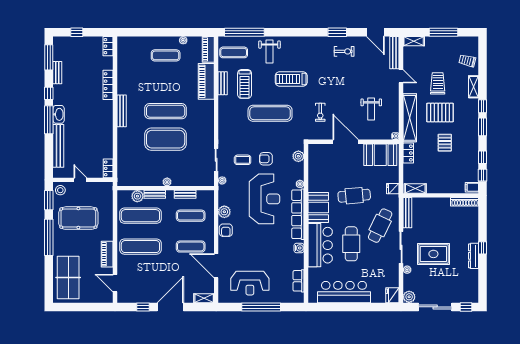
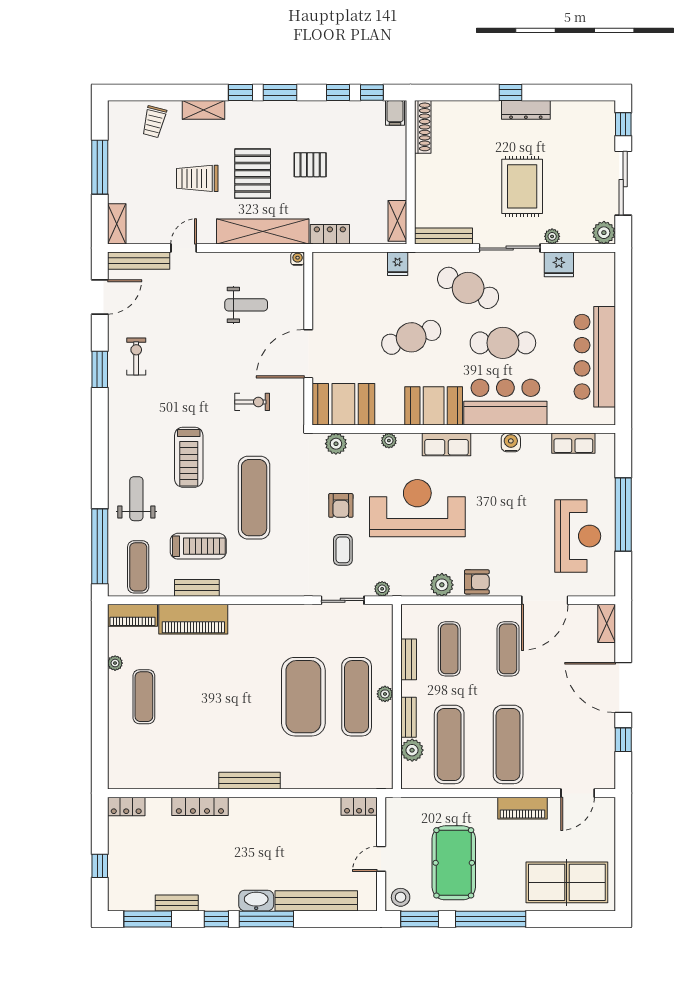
weight bench: (269, 52) -> (136, 499), turned -90
exercise mat: (166, 111) -> (357, 697), moved
booth: (380, 155) -> (343, 404), moved, turned 90
cafe table: (354, 196) -> (411, 337), turned 76
row of seats: (298, 214) -> (447, 444), width x0.50
fridge: (392, 295) -> (559, 264), moved

